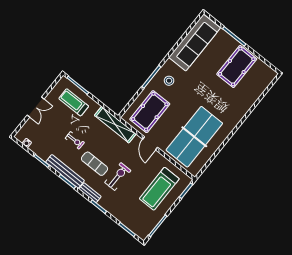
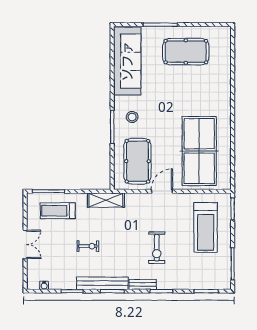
pool table: (237, 67) -> (186, 52), turned 90
shelving: (115, 125) -> (106, 200), width x0.68
door: (150, 143) -> (162, 191), swing flipped
exercise mat: (95, 164) -> (125, 253), removed
exercise bike: (118, 177) -> (157, 248), turned 180

